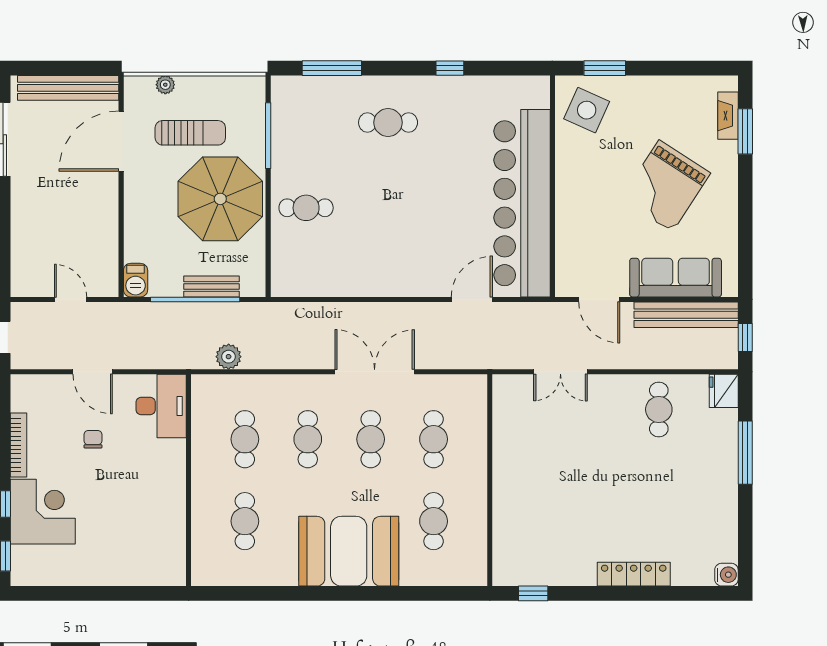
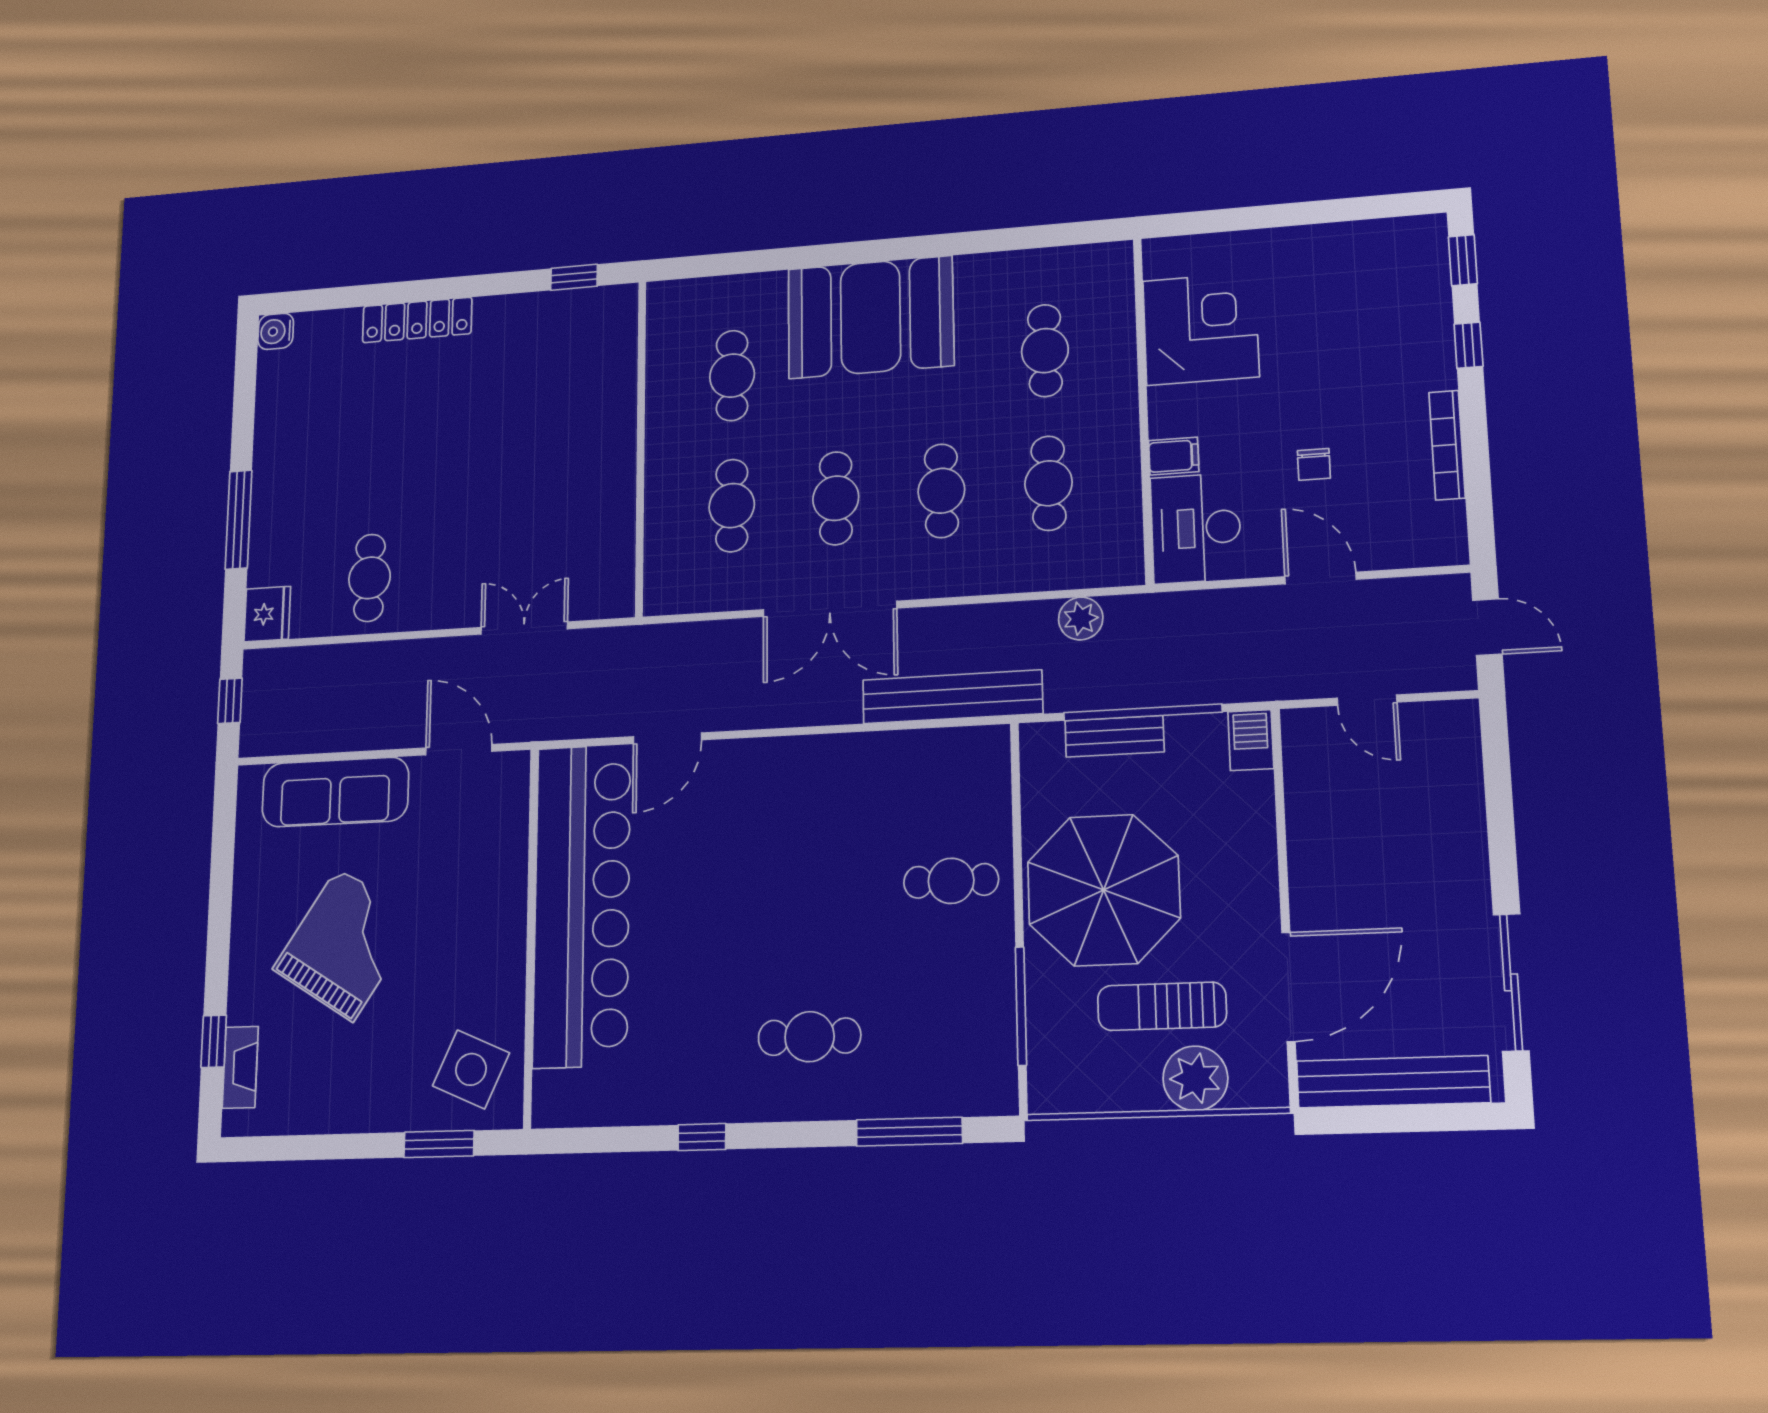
plant: (165, 85) -> (1195, 1078), width x1.88, depth x1.88
window: (745, 131) -> (214, 1041), width x0.67
bench: (686, 315) -> (952, 697), moved
filing cabinet: (172, 450) -> (1174, 456), added
corner desk: (43, 512) -> (1201, 329), moved, turned 180

